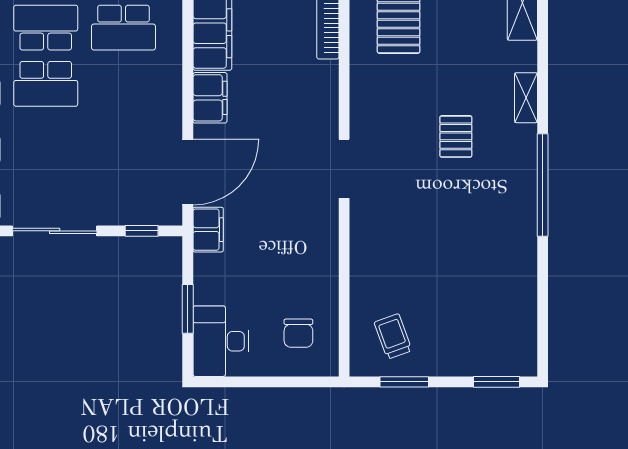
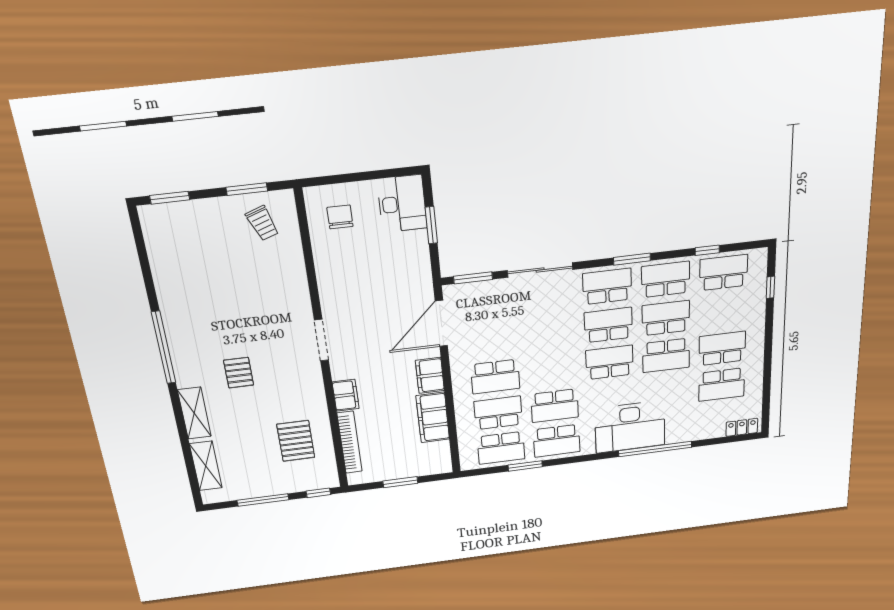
school desk: (46, 84) -> (495, 377), moved, turned 180
shelving: (526, 98) -> (194, 413), width x1.50, depth x1.33
filing cabinet: (208, 230) -> (346, 395), moved, turned 180
window: (142, 231) -> (473, 278), width x1.50

